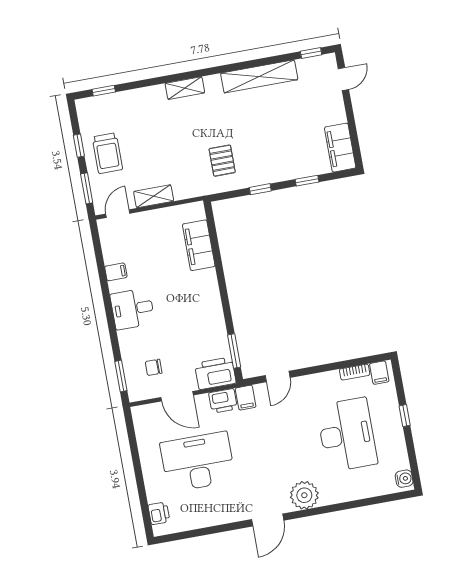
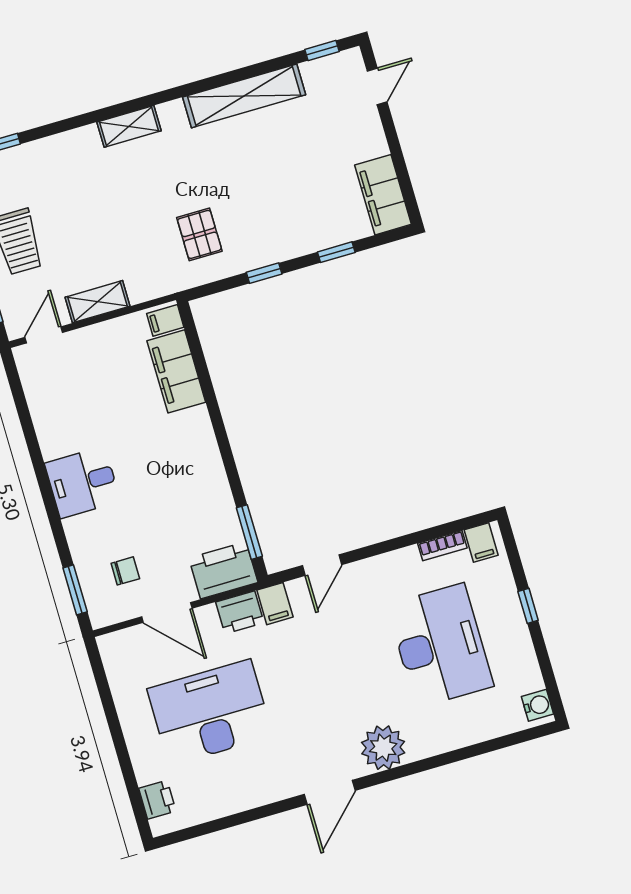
filing cabinet: (116, 272) -> (165, 320), moved, turned 180
chair: (154, 367) -> (125, 571), turned 180

